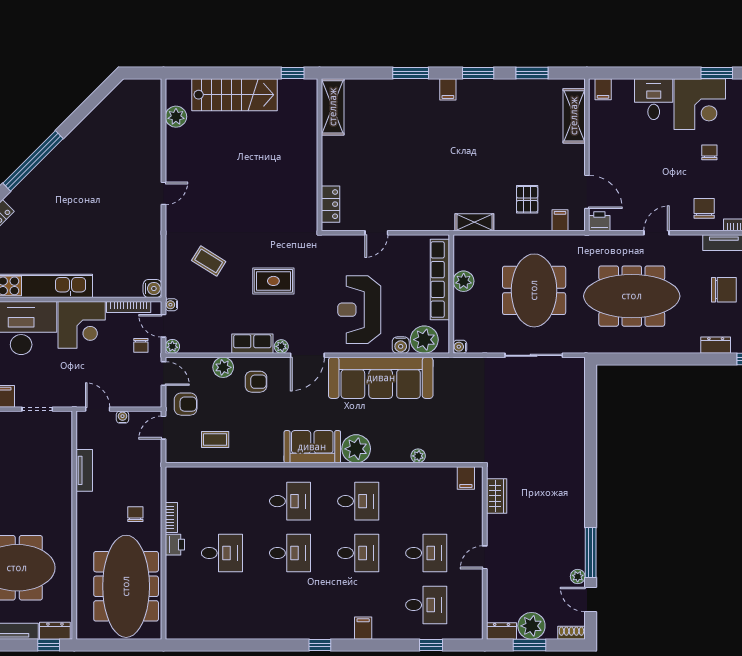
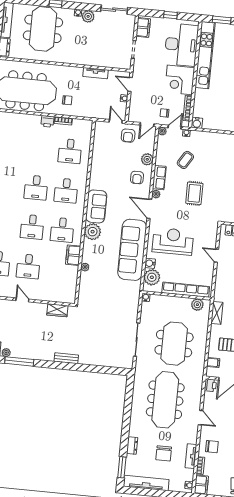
coffee table: (209, 261) -> (185, 160), moved
plant: (464, 281) -> (197, 305), moved
meeting table: (534, 290) -> (174, 344), turned 90
door: (98, 409) -> (130, 84), swing flipped
coffee table: (215, 439) -> (106, 151), removed
bench: (577, 473) -> (66, 358), added
filing cabinet: (466, 478) -> (73, 255), moved, width x2.00
desk: (222, 553) -> (70, 151), moved

